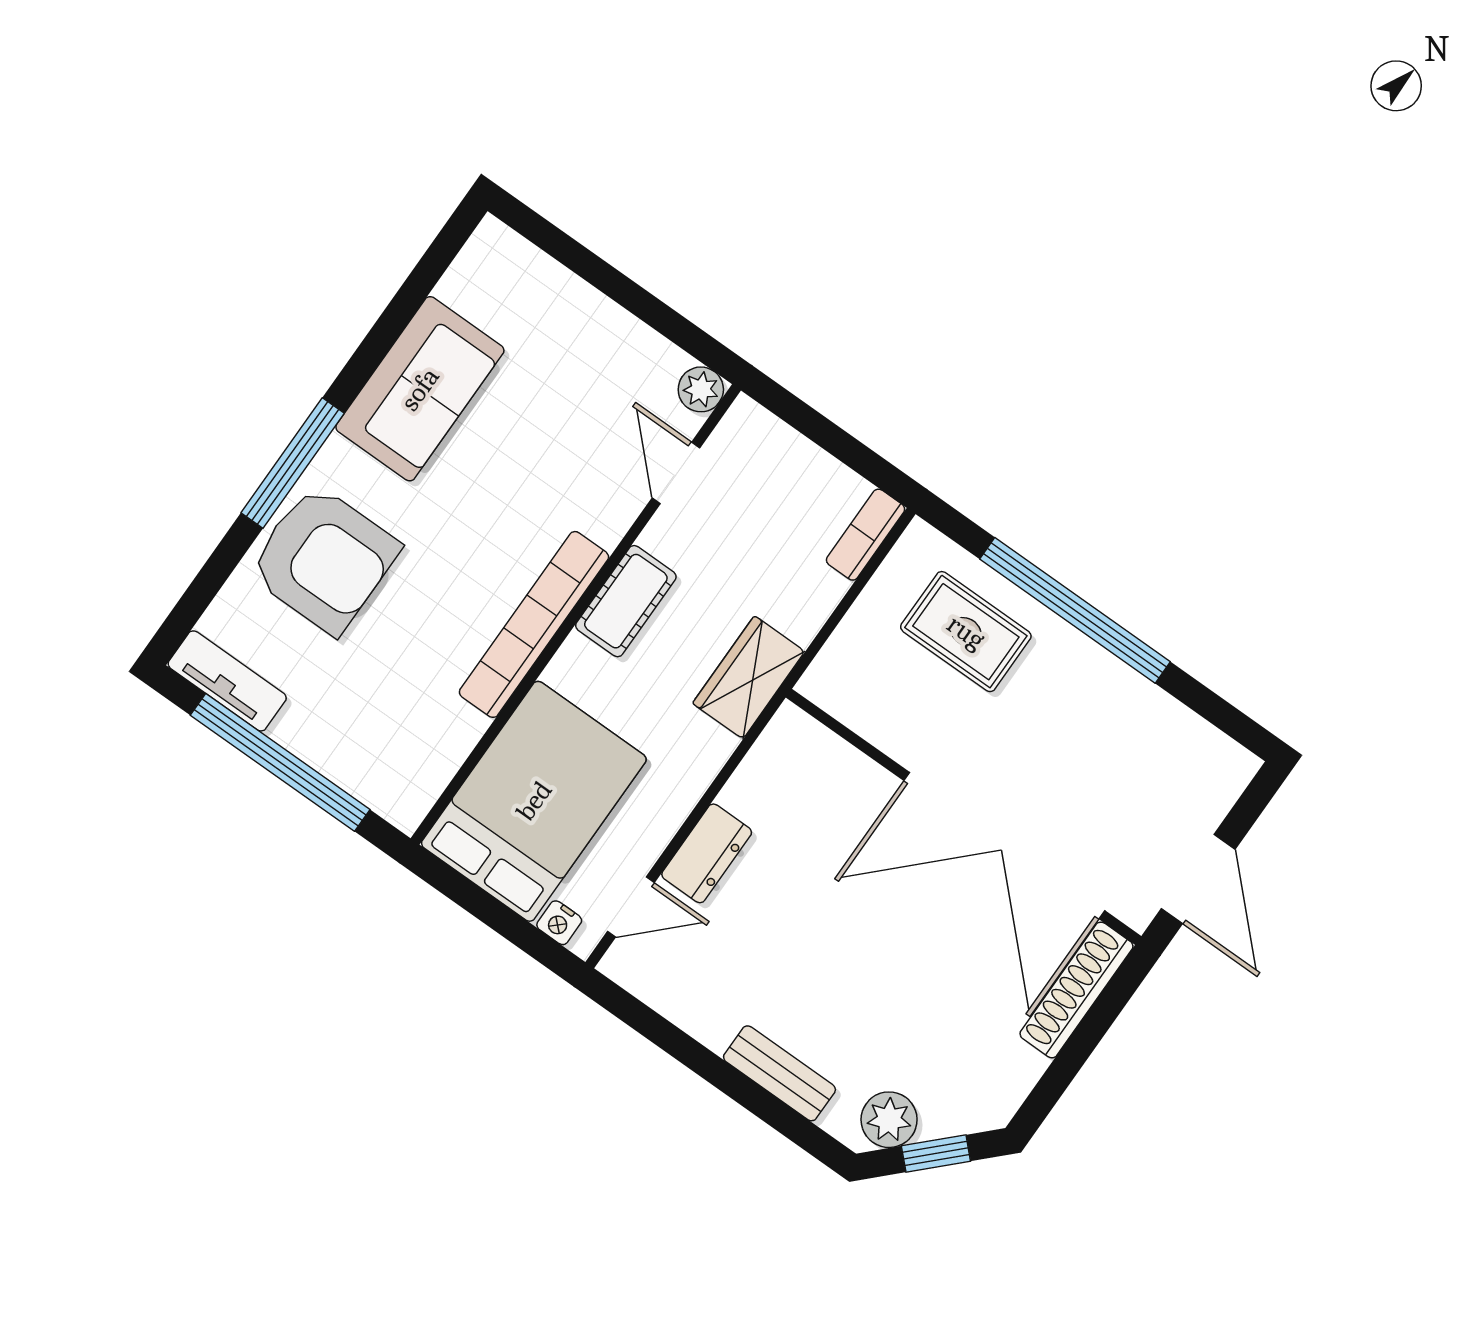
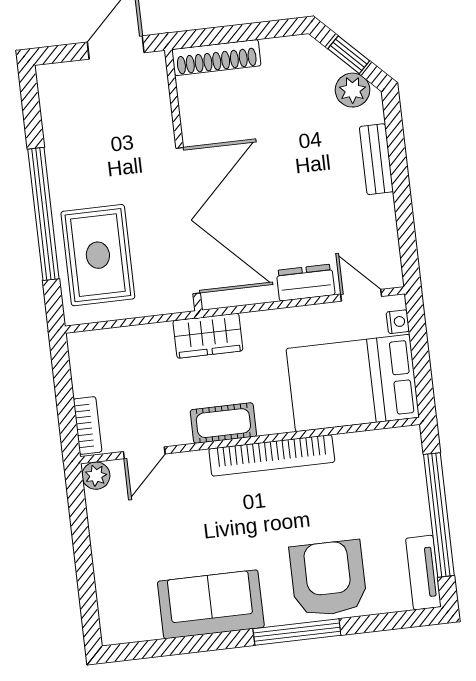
bookcase: (866, 535) -> (88, 425), moved, turned -90
rug: (966, 632) -> (98, 255), width x1.36, depth x1.43
double door: (1004, 846) -> (188, 221), moved

